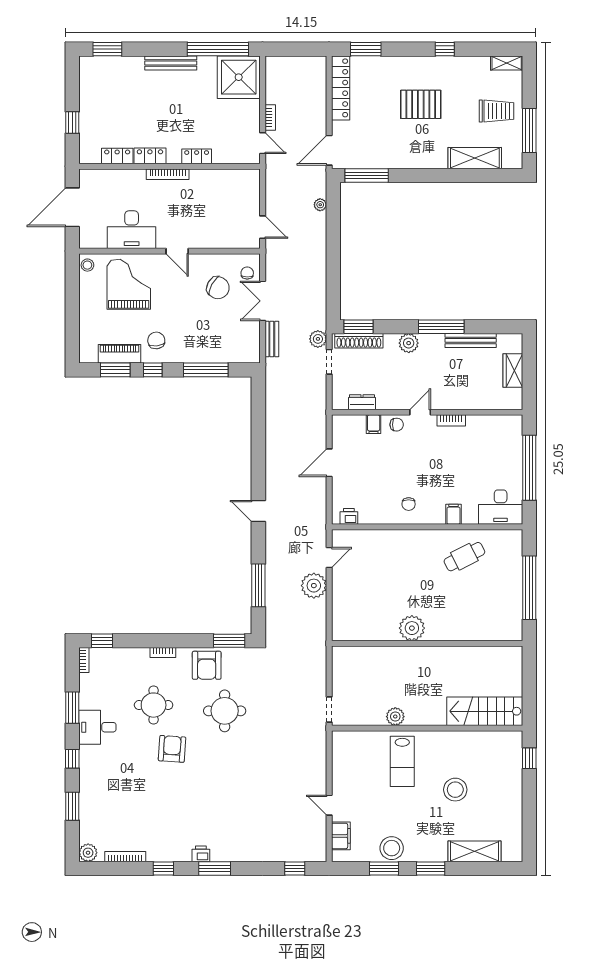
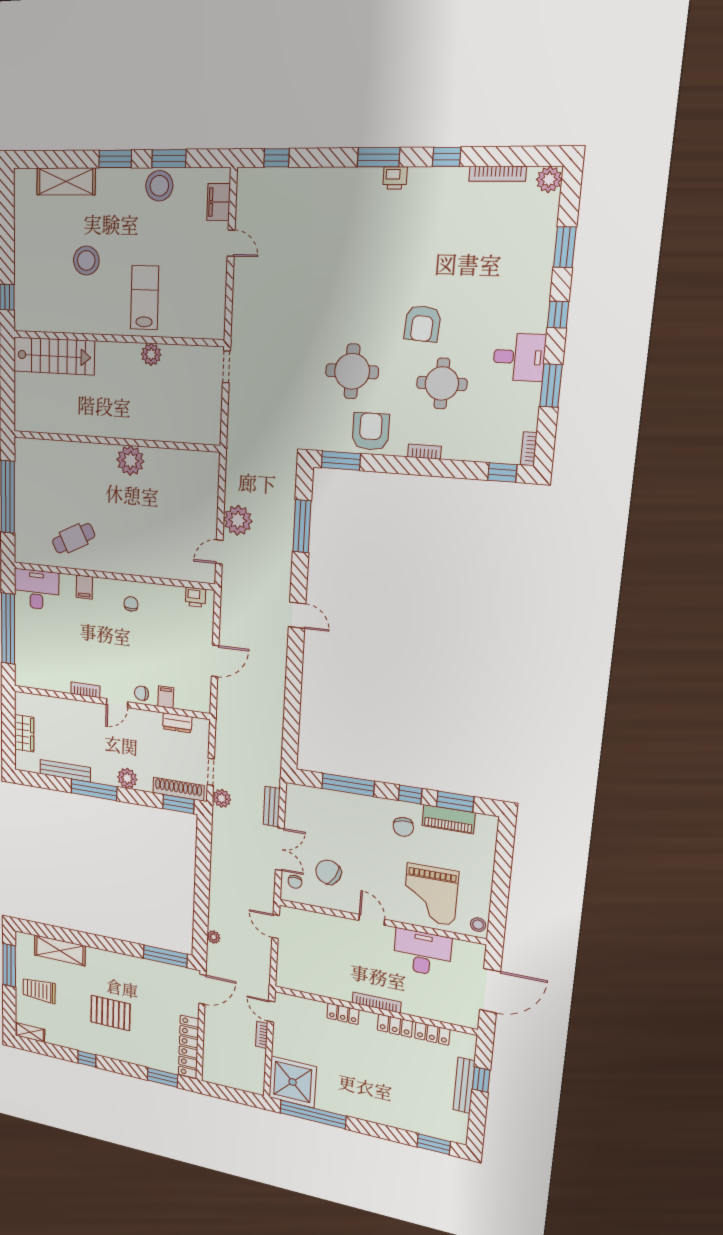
bench: (171, 63) -> (464, 1085), moved, turned 90

